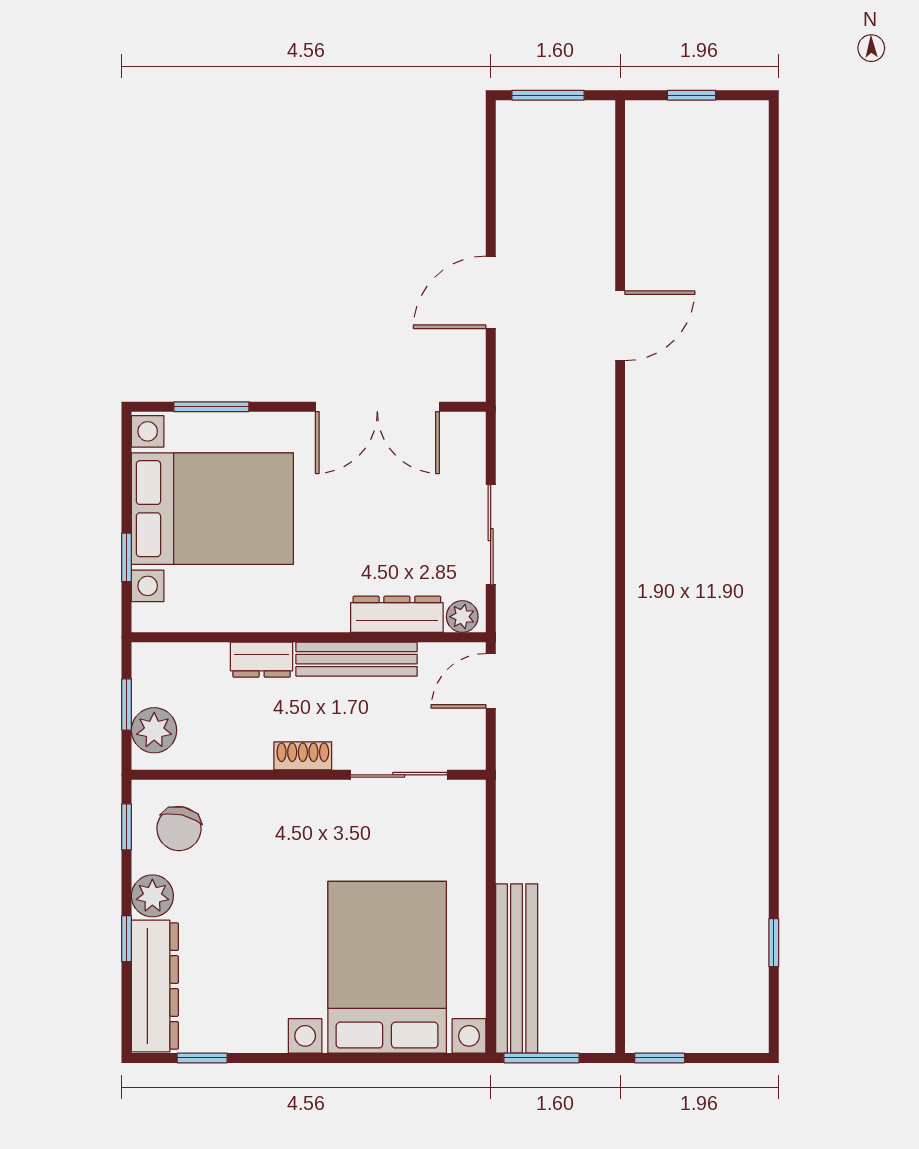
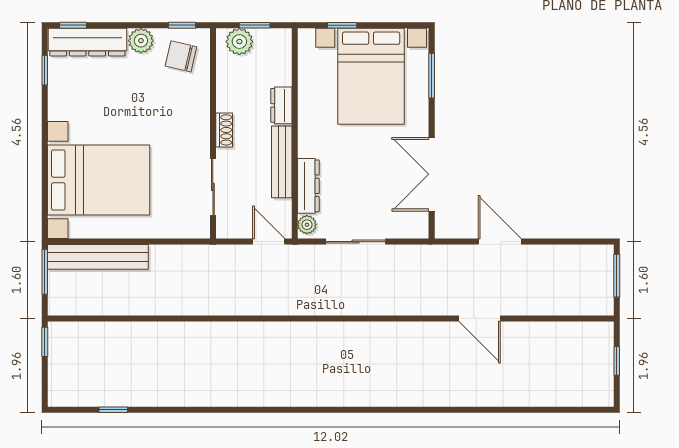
window: (127, 939) -> (73, 25), moved

